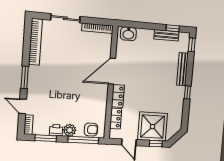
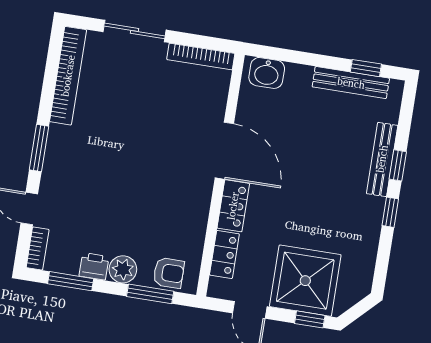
bench: (166, 35) -> (351, 83), width x1.36
window: (192, 45) -> (398, 165), moved
door: (112, 71) -> (224, 151), swing flipped
window: (83, 140) -> (150, 294), width x0.69

